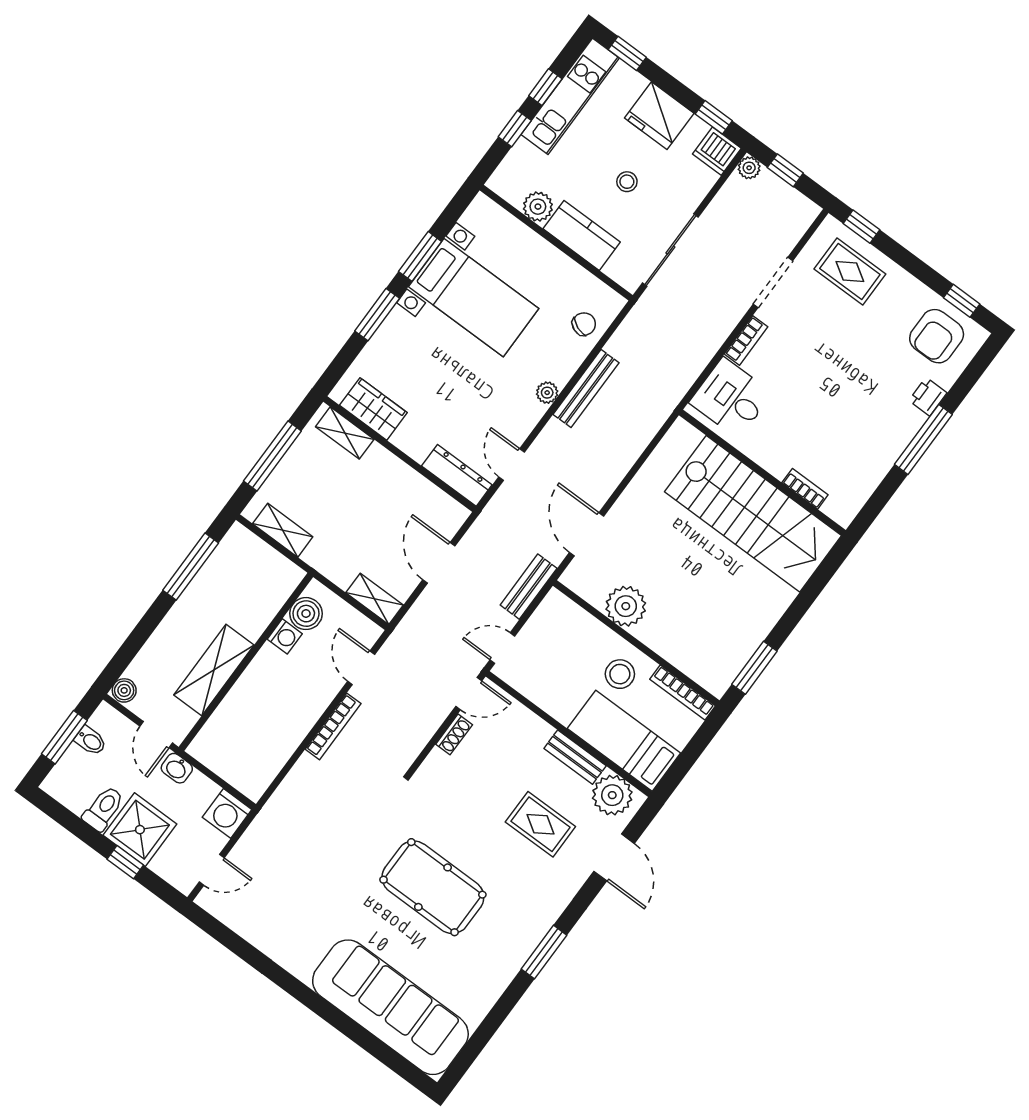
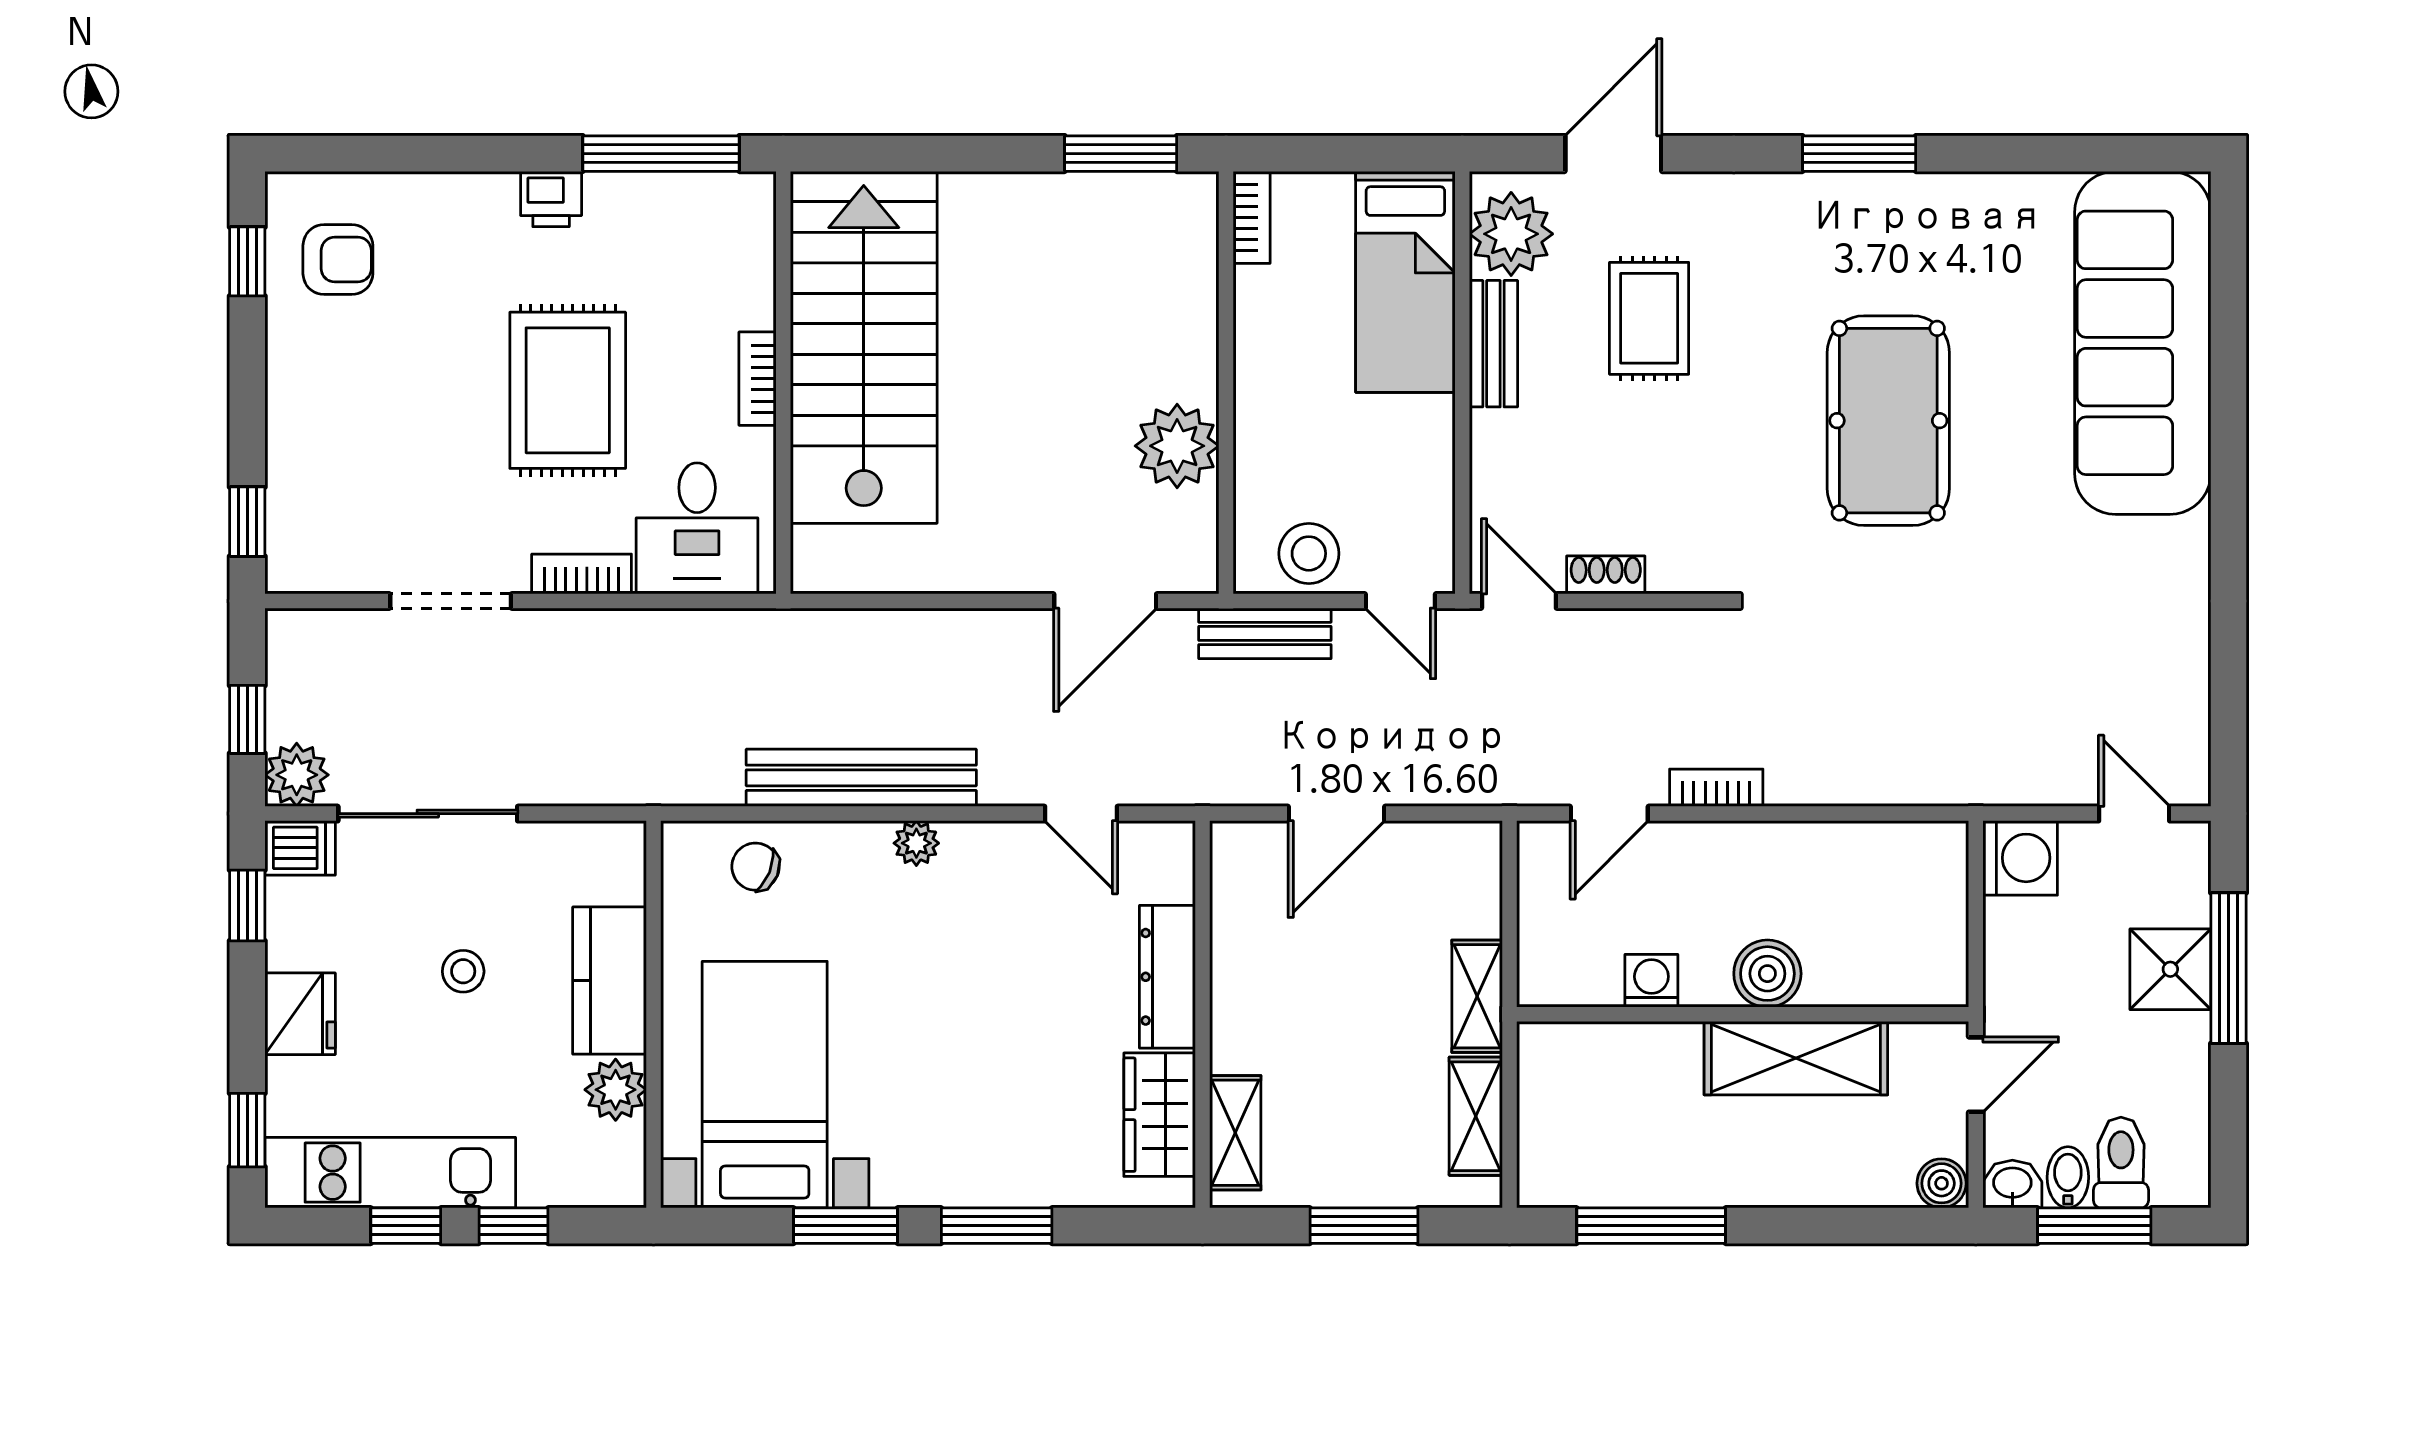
fridge: (659, 116) -> (300, 1014), width x0.73, depth x0.75
dishwasher: (717, 151) -> (300, 848), width x0.73
plant: (749, 168) -> (297, 775), width x1.38, depth x1.38
sliding door: (670, 250) -> (428, 814), moved
rug: (850, 272) -> (568, 390), moved, width x1.36, depth x1.43
bed with nightstands: (474, 298) -> (765, 1085), moved
armchair: (937, 336) -> (338, 260), width x0.72, depth x0.72
bench: (586, 389) -> (861, 778), width x1.37, depth x1.21
printer: (928, 397) -> (551, 199), moved
window: (923, 439) -> (661, 154), moved
window: (272, 456) -> (1364, 1226), width x0.69
door: (512, 464) -> (1081, 814), hinge flipped
dresser: (457, 475) -> (1167, 977), moved
bookcase: (805, 489) -> (758, 379), moved
shelving: (374, 599) -> (1477, 996), moved
boiler: (306, 614) -> (1767, 974), moved
stool: (620, 674) -> (1309, 553), moved
bookcase: (683, 693) -> (1252, 217), width x0.64
bookcase: (333, 726) -> (1716, 788), width x0.64
washbasin: (177, 768) -> (2012, 1184), moved, turned -90
toilet: (103, 808) -> (2121, 1163), moved, turned 90
shower: (140, 830) -> (2170, 969), width x0.73, depth x0.73
window: (125, 862) -> (2228, 968), width x2.17

